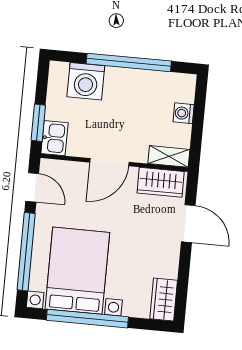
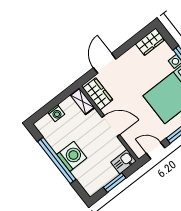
washing machine: (86, 81) -> (72, 156), moved
window: (38, 123) -> (115, 183), moved
door: (32, 187) -> (156, 151), hinge flipped

